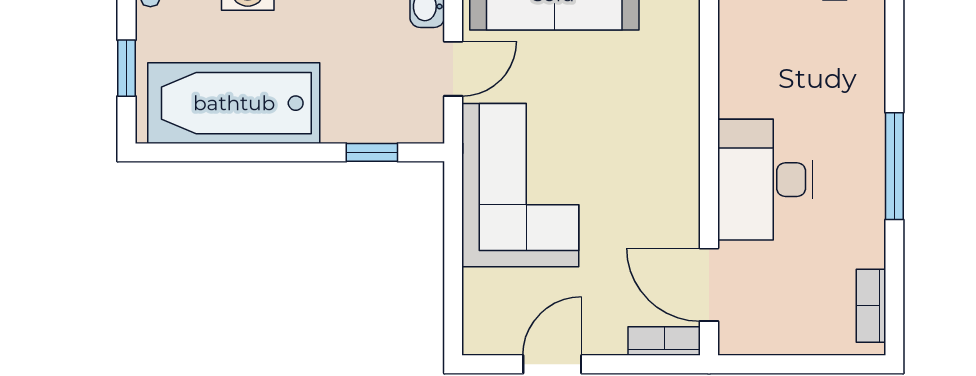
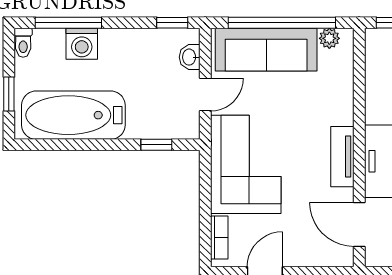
tv unit: (681, 172) -> (342, 157), added
bookcase: (664, 341) -> (219, 237), moved, turned 90

